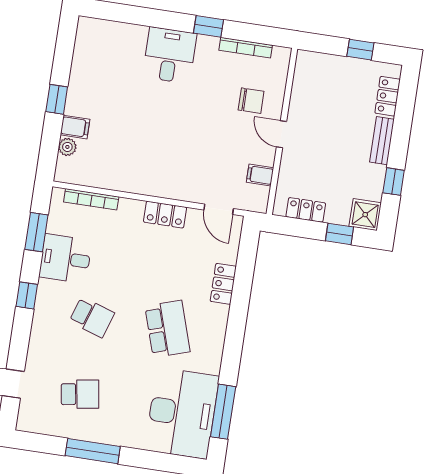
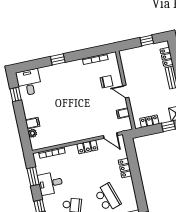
window: (208, 26) -> (58, 59), moved
desk: (170, 55) -> (29, 82), moved
window: (57, 99) -> (16, 94), moved

